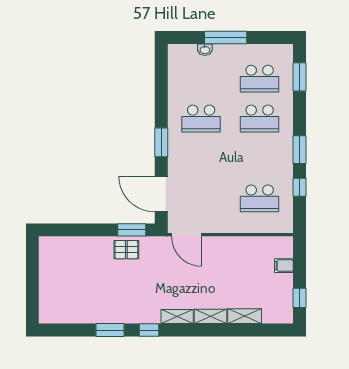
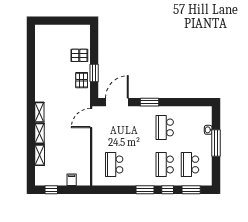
window: (299, 187) -> (168, 190), moved
window: (132, 230) -> (94, 73), moved
pallet: (87, 253) -> (79, 55), added
window: (110, 330) -> (31, 70), removed
window: (149, 330) -> (31, 94), removed

